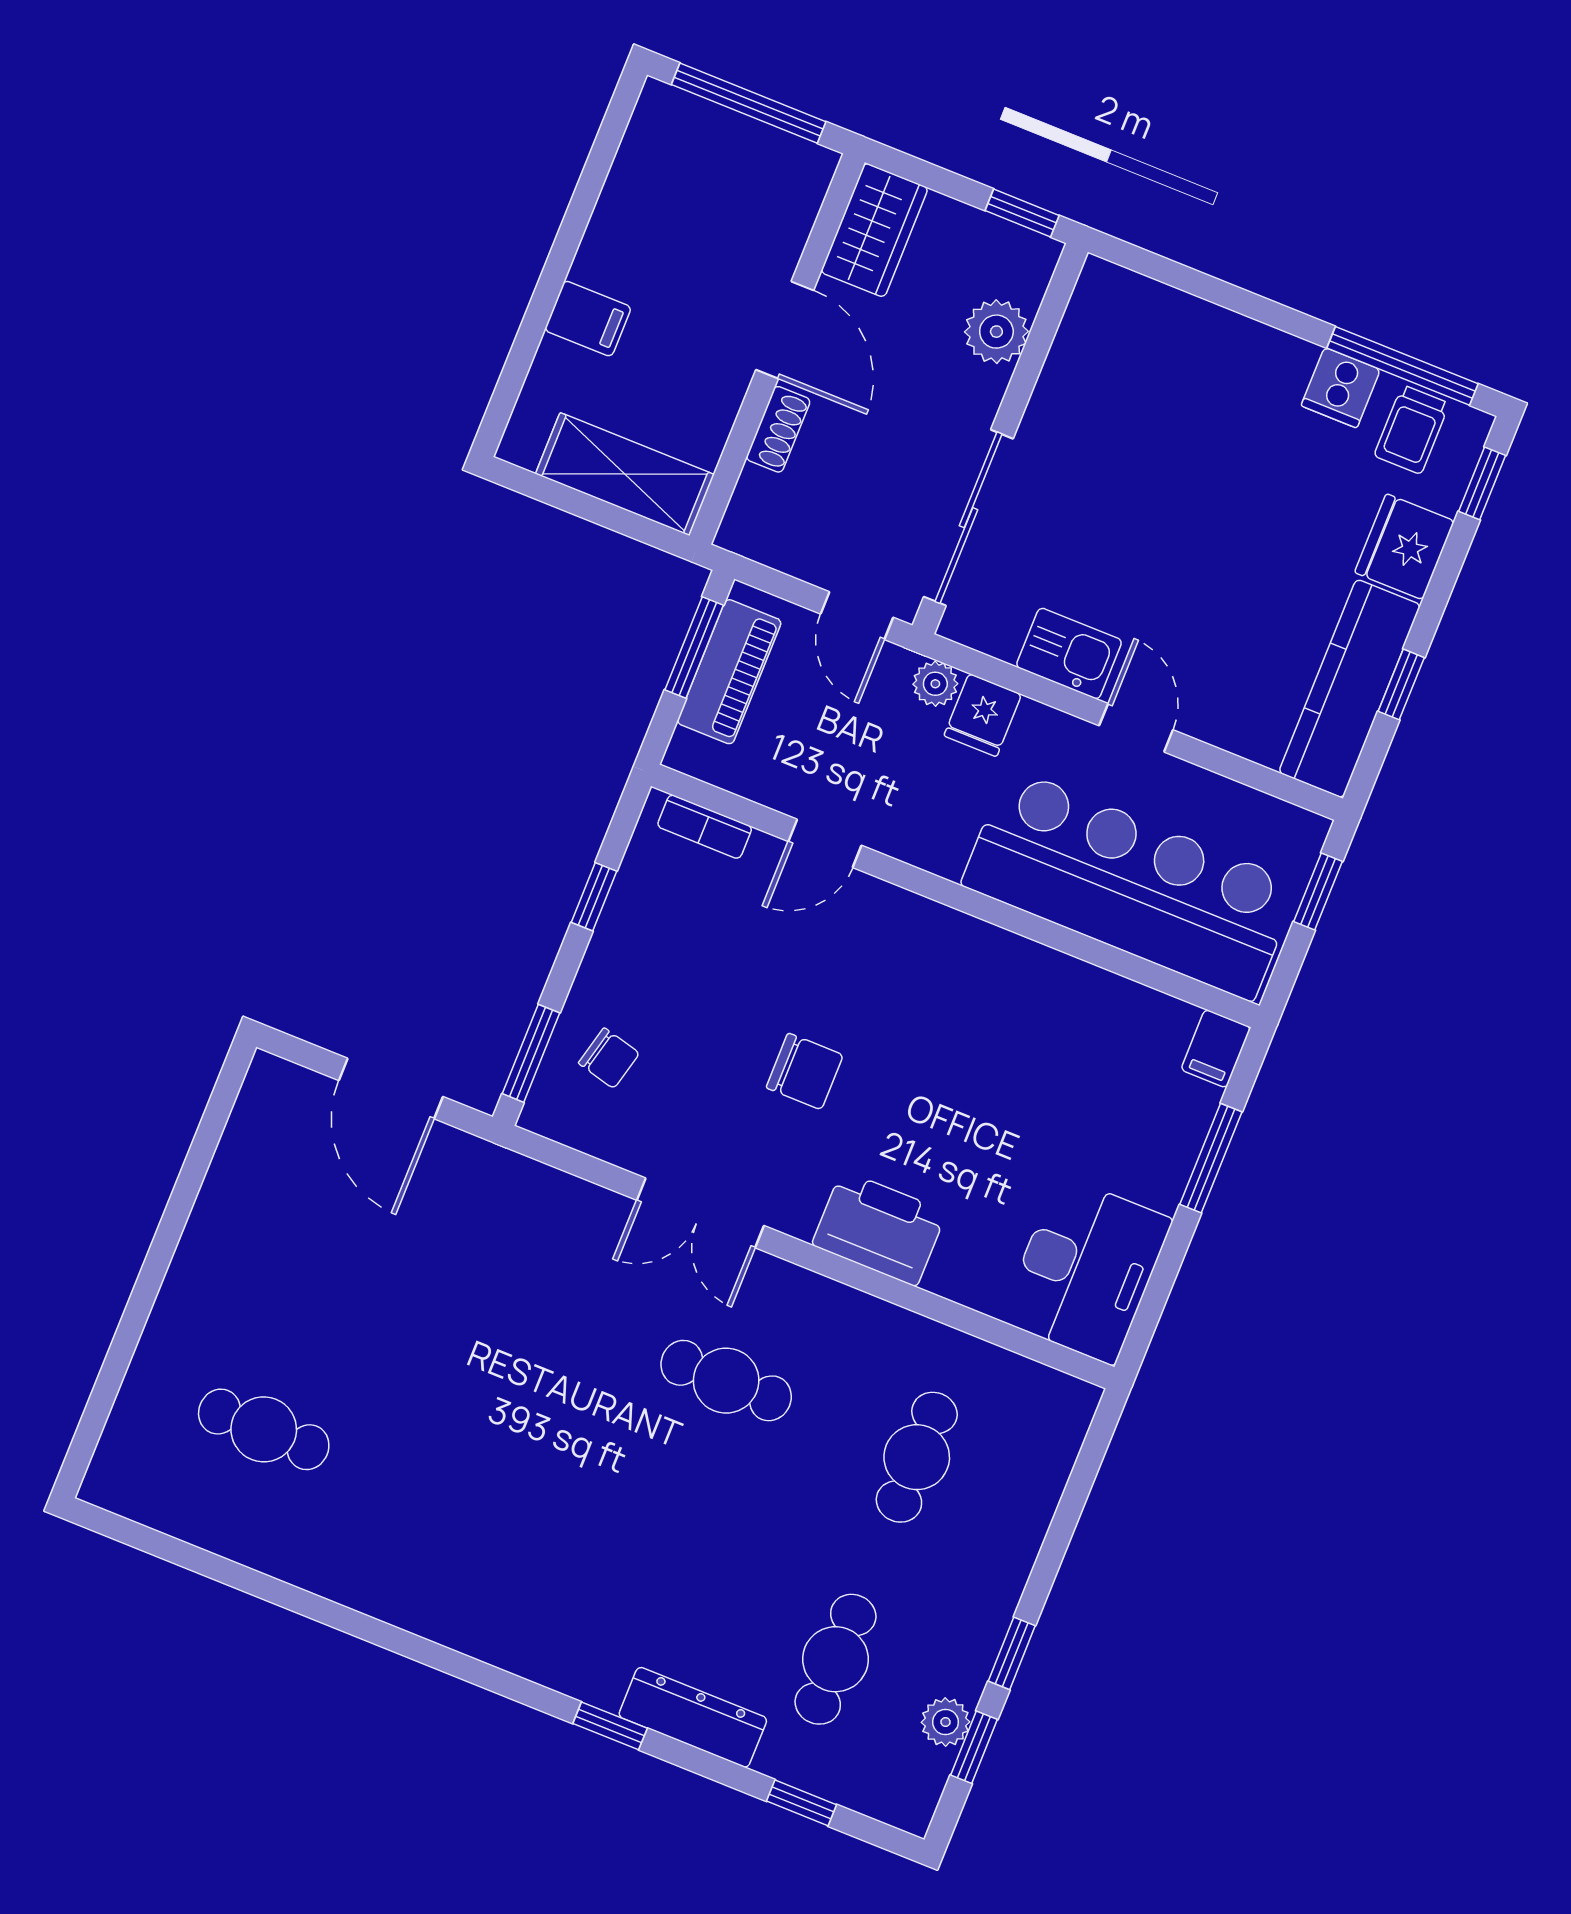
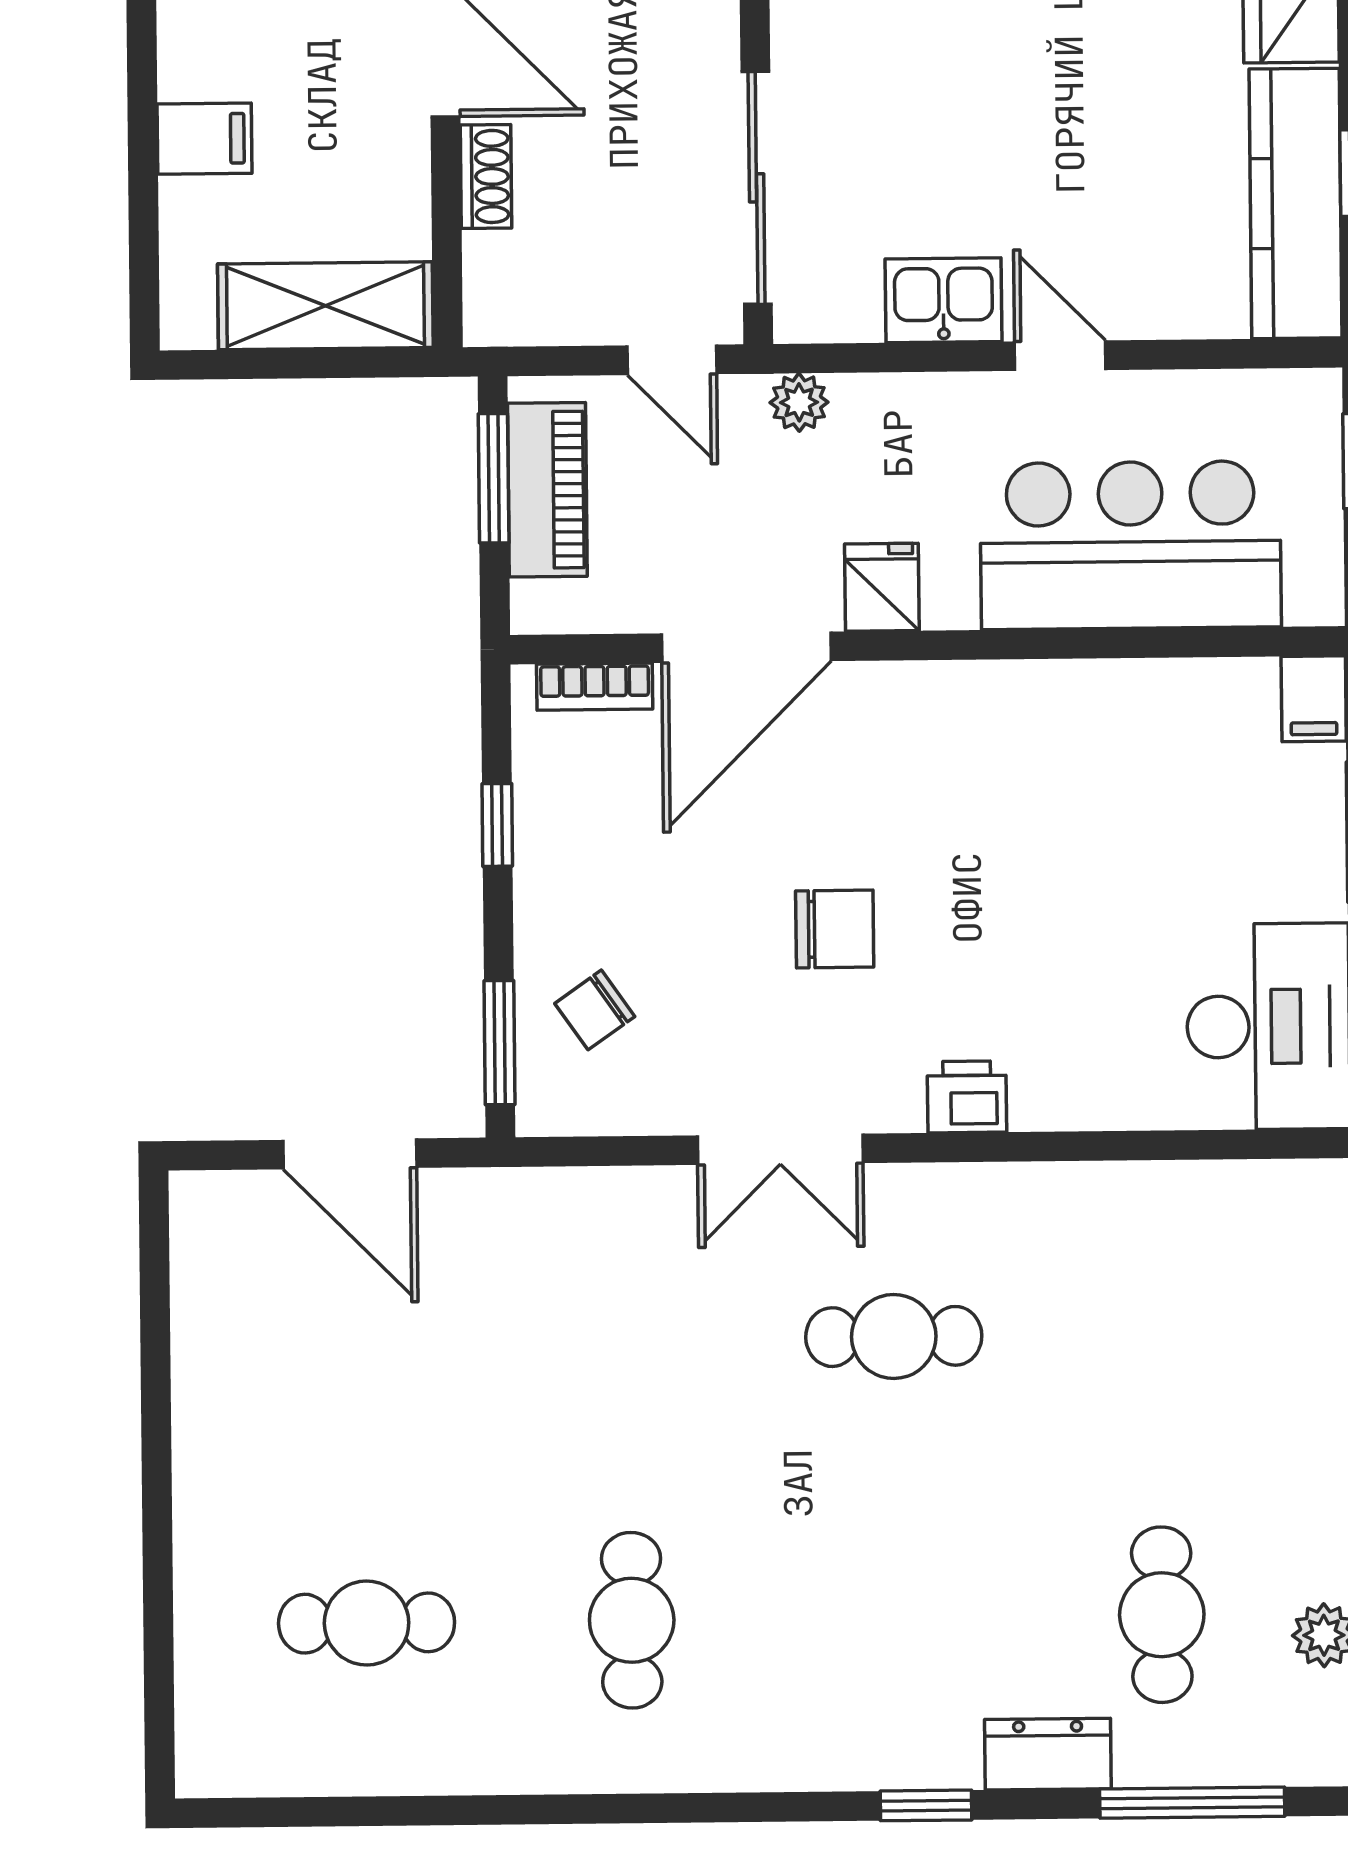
fridge: (983, 715) -> (882, 587), moved, turned 180
door: (825, 843) -> (746, 647), width x1.88
bar counter: (1130, 884) -> (1131, 545), width x0.73
chair: (609, 1058) -> (595, 1010), turned 131
printer: (879, 1228) -> (967, 1097), width x0.53, depth x0.68
cafe table: (917, 1457) -> (632, 1620), moved
dresser: (693, 1717) -> (1048, 1754), width x0.70
window: (802, 1803) -> (1192, 1803), width x2.17

